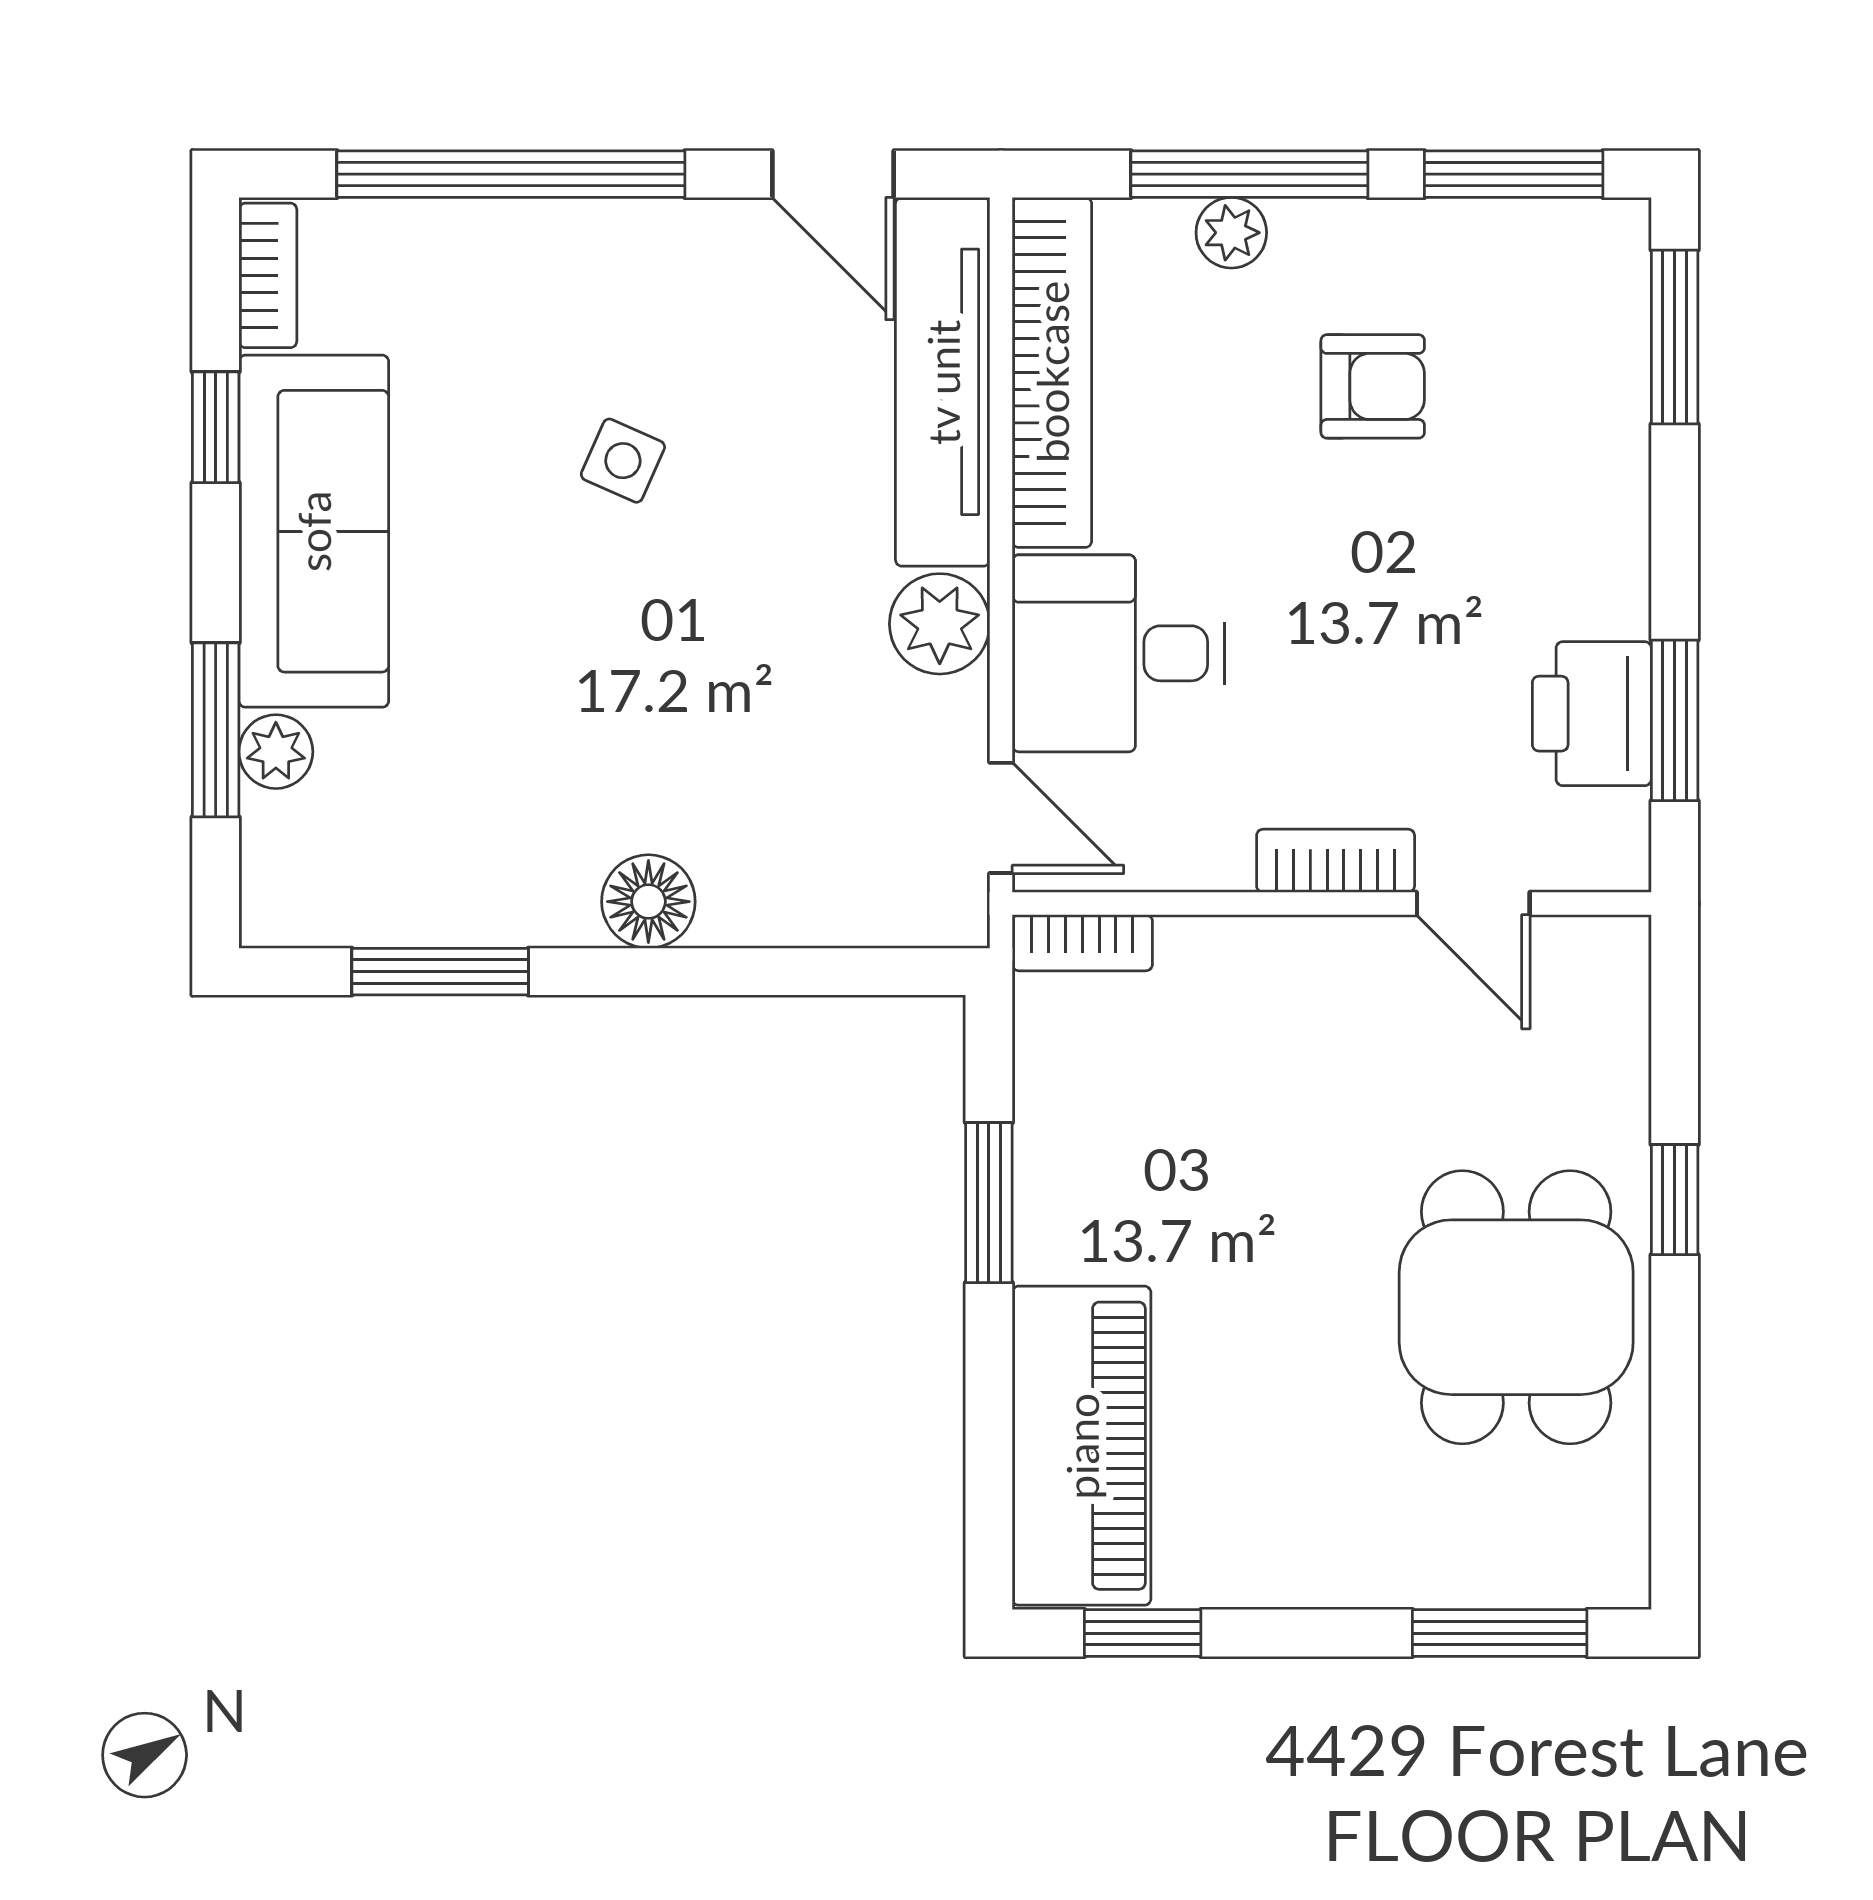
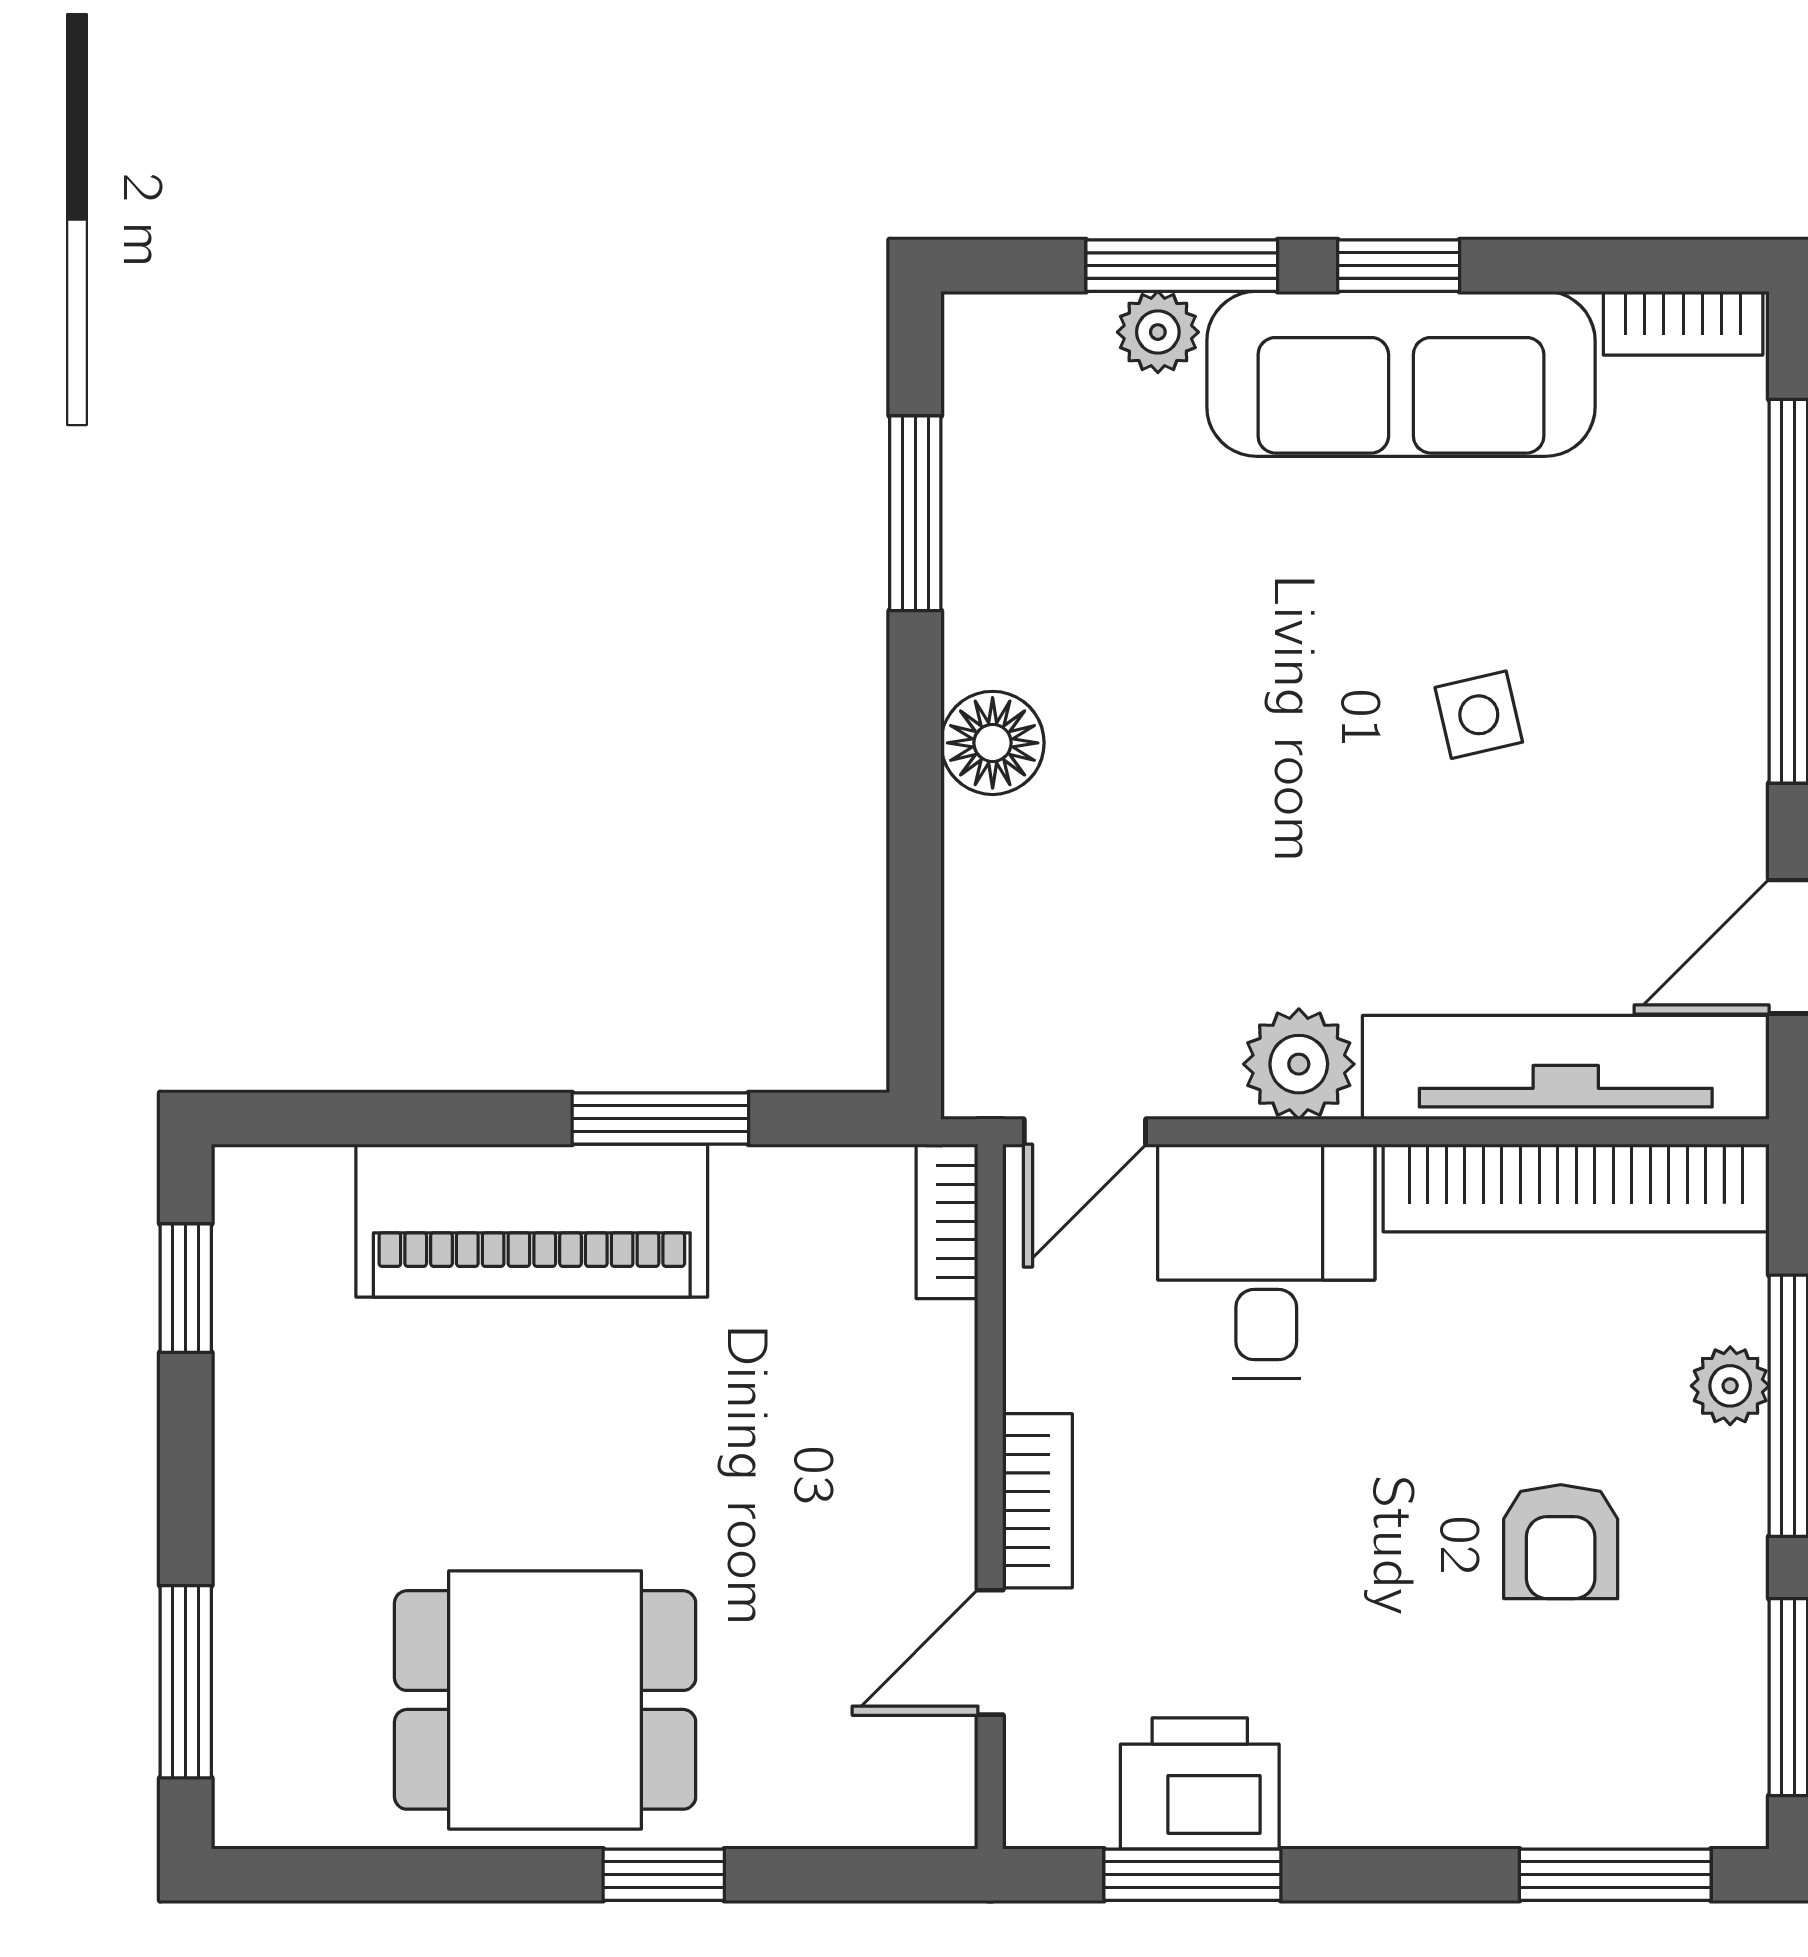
window: (216, 427) -> (1399, 266), moved
side table: (623, 461) -> (1479, 715), turned -37
piano: (1082, 1446) -> (532, 1221), moved

